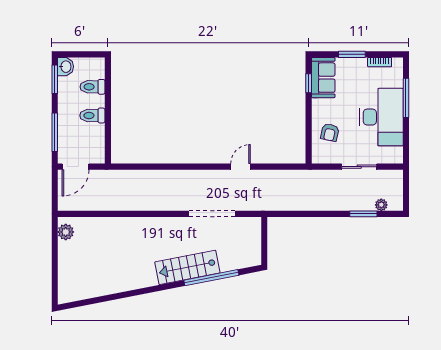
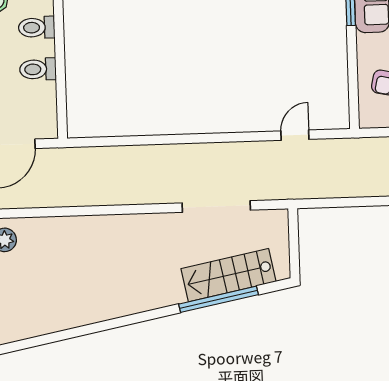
door: (240, 167) -> (295, 135), moved
stairs: (187, 267) -> (229, 275), moved

